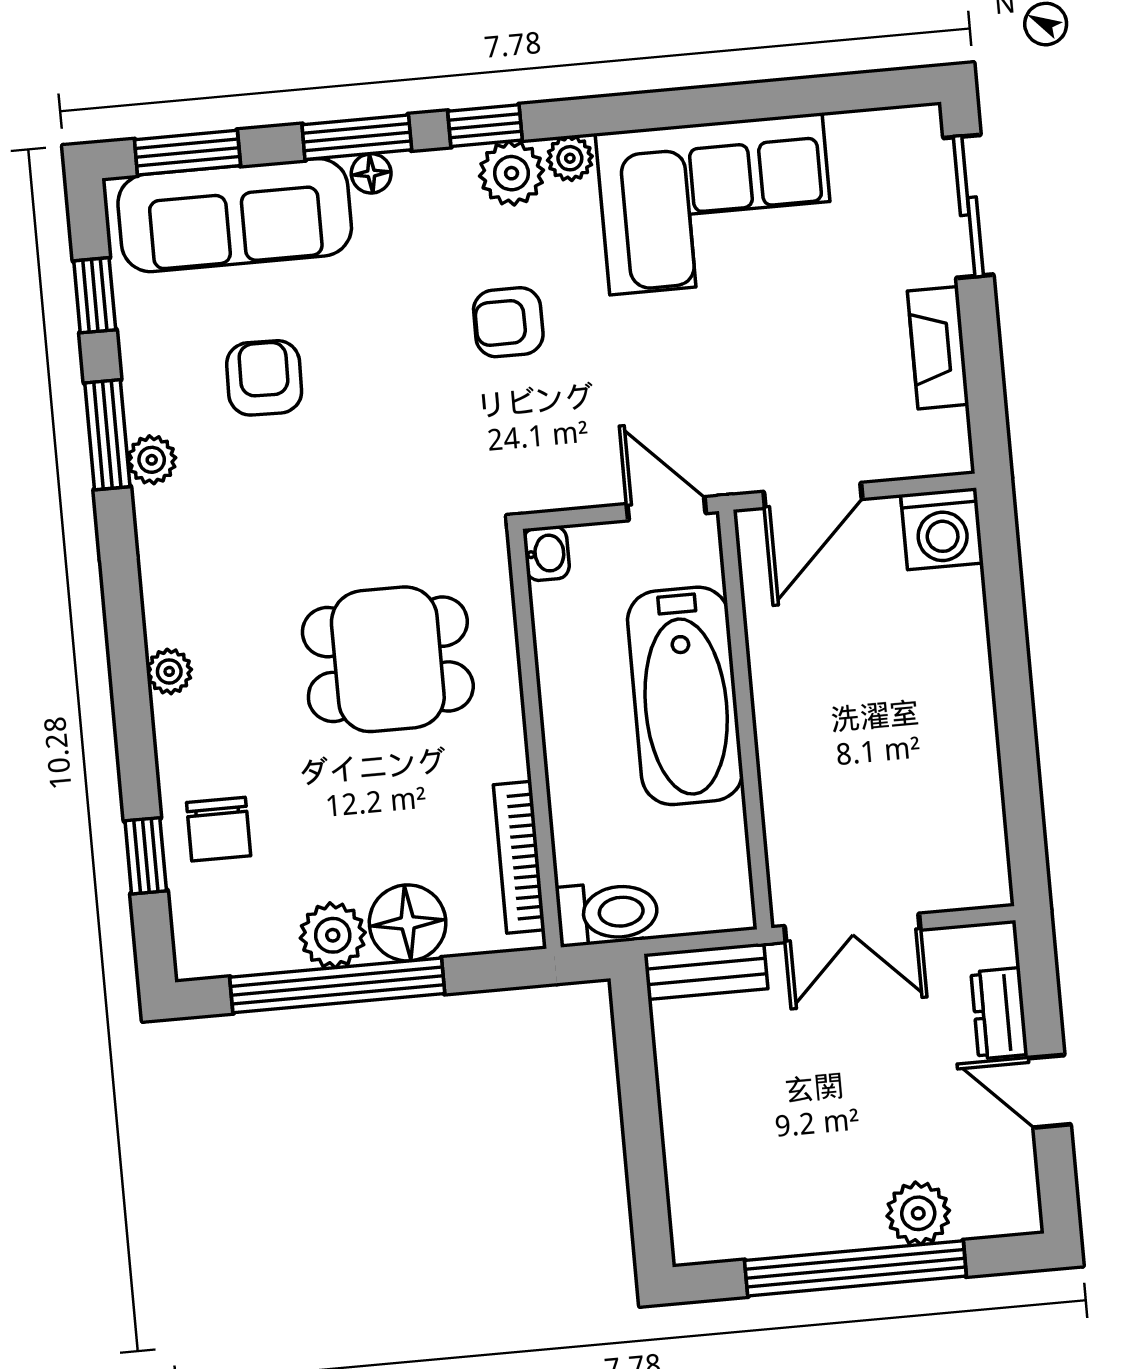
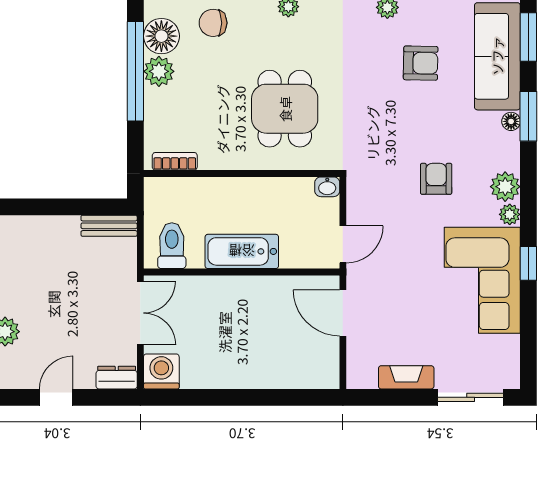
window: (485, 126) -> (528, 263), moved
washing machine: (942, 529) -> (161, 371), moved, turned 90
bathtub: (685, 696) -> (242, 251), width x0.73, depth x0.73
bookcase: (519, 857) -> (175, 161), width x0.64
toilet: (607, 913) -> (172, 246), moved, turned 180
floor lamp: (408, 923) -> (161, 36), moved
double door: (852, 928) -> (140, 313), swing flipped
bench: (706, 971) -> (109, 226), moved, turned 90
dresser: (999, 1013) -> (117, 378), moved

